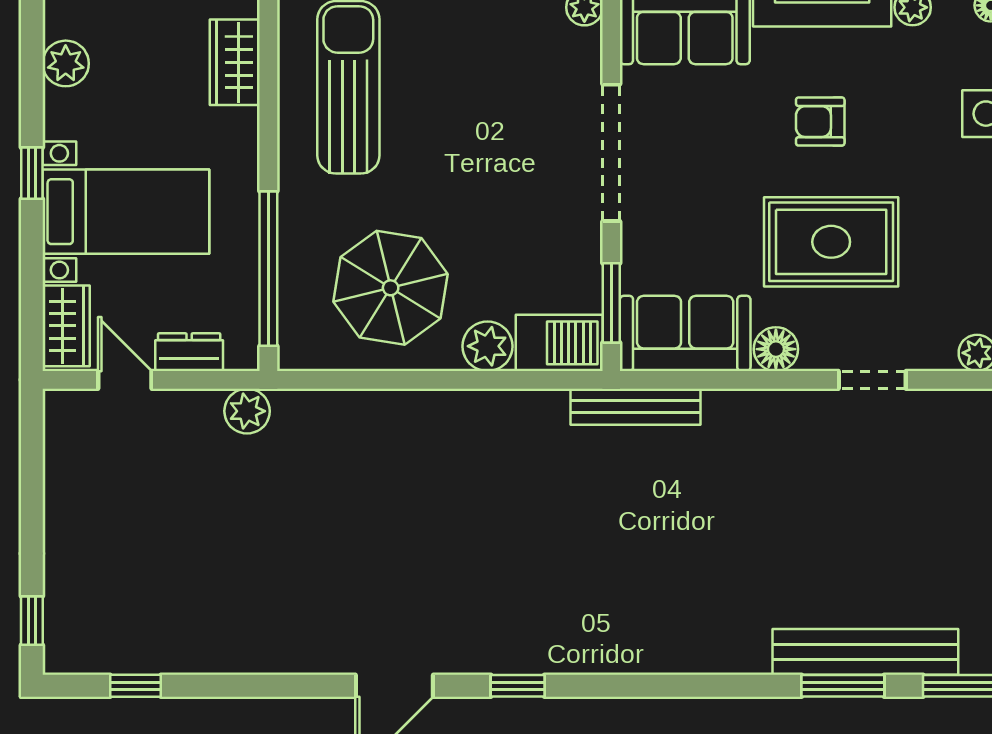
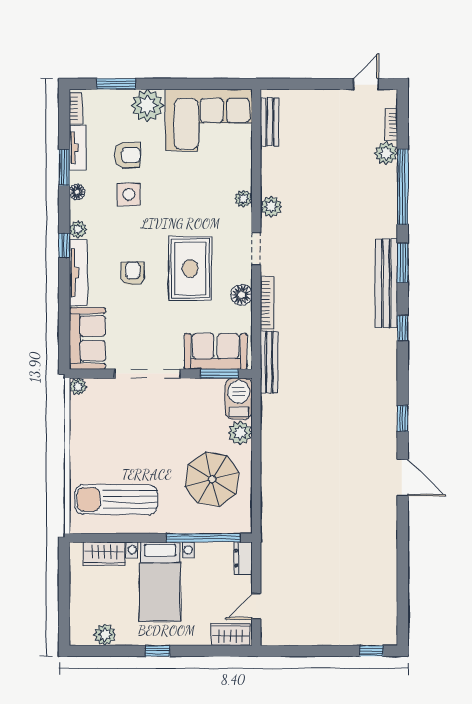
armchair: (820, 122) -> (133, 274), turned 180
bed with nightstands: (126, 212) -> (160, 582), moved, turned 180
sofa: (685, 333) -> (216, 351), moved, turned 90
dresser: (189, 352) -> (243, 558), moved
bookcase: (759, 403) -> (267, 303), added
plant: (247, 411) -> (271, 207), moved
bench: (865, 652) -> (386, 283), moved
window: (135, 686) -> (403, 328), moved

